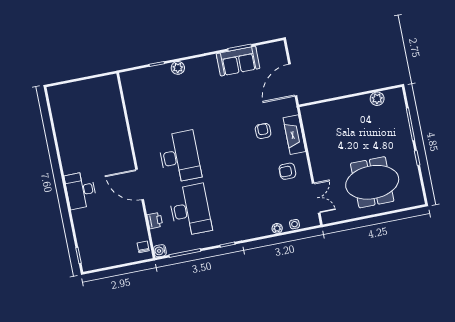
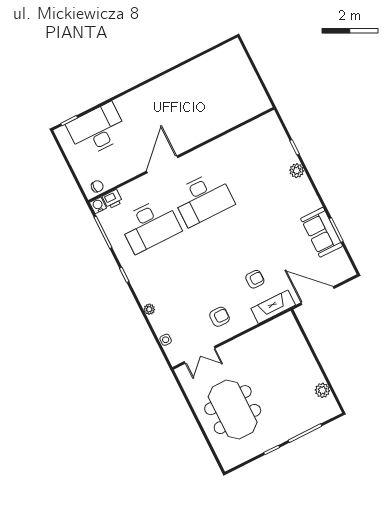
fireplace: (294, 135) -> (273, 307), moved
armchair: (287, 171) -> (219, 317), turned 90
desk: (81, 190) -> (97, 130), moved, width x1.36, depth x1.30
printer: (155, 221) -> (112, 199), moved
plant: (277, 228) -> (149, 309), moved

